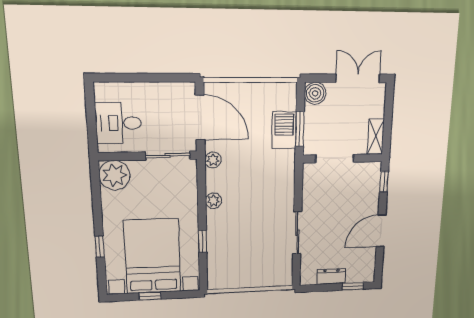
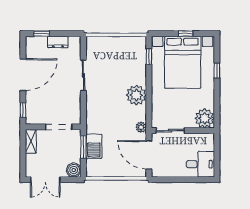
desk: (118, 123) -> (200, 164), moved
plant: (214, 201) -> (136, 95), width x1.88, depth x1.88
door: (381, 231) -> (23, 75), width x1.36
window: (203, 241) -> (149, 57), moved

